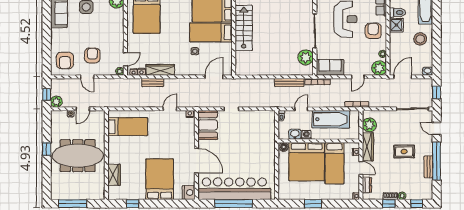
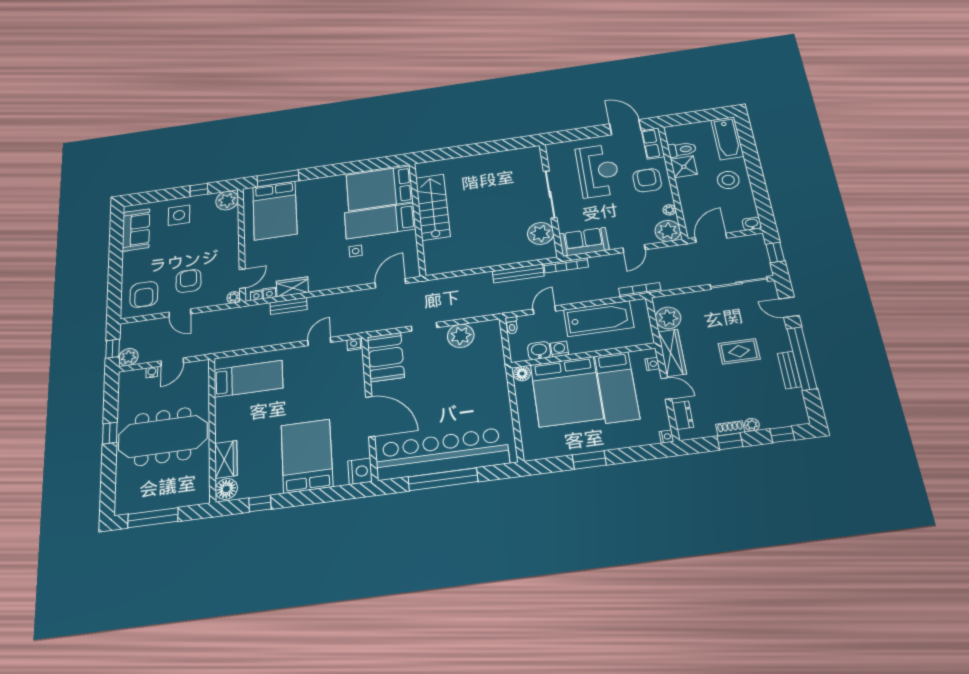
wardrobe: (160, 70) -> (292, 287), width x0.67
plant: (252, 118) -> (461, 336), added
floor lamp: (114, 192) -> (226, 489), added

